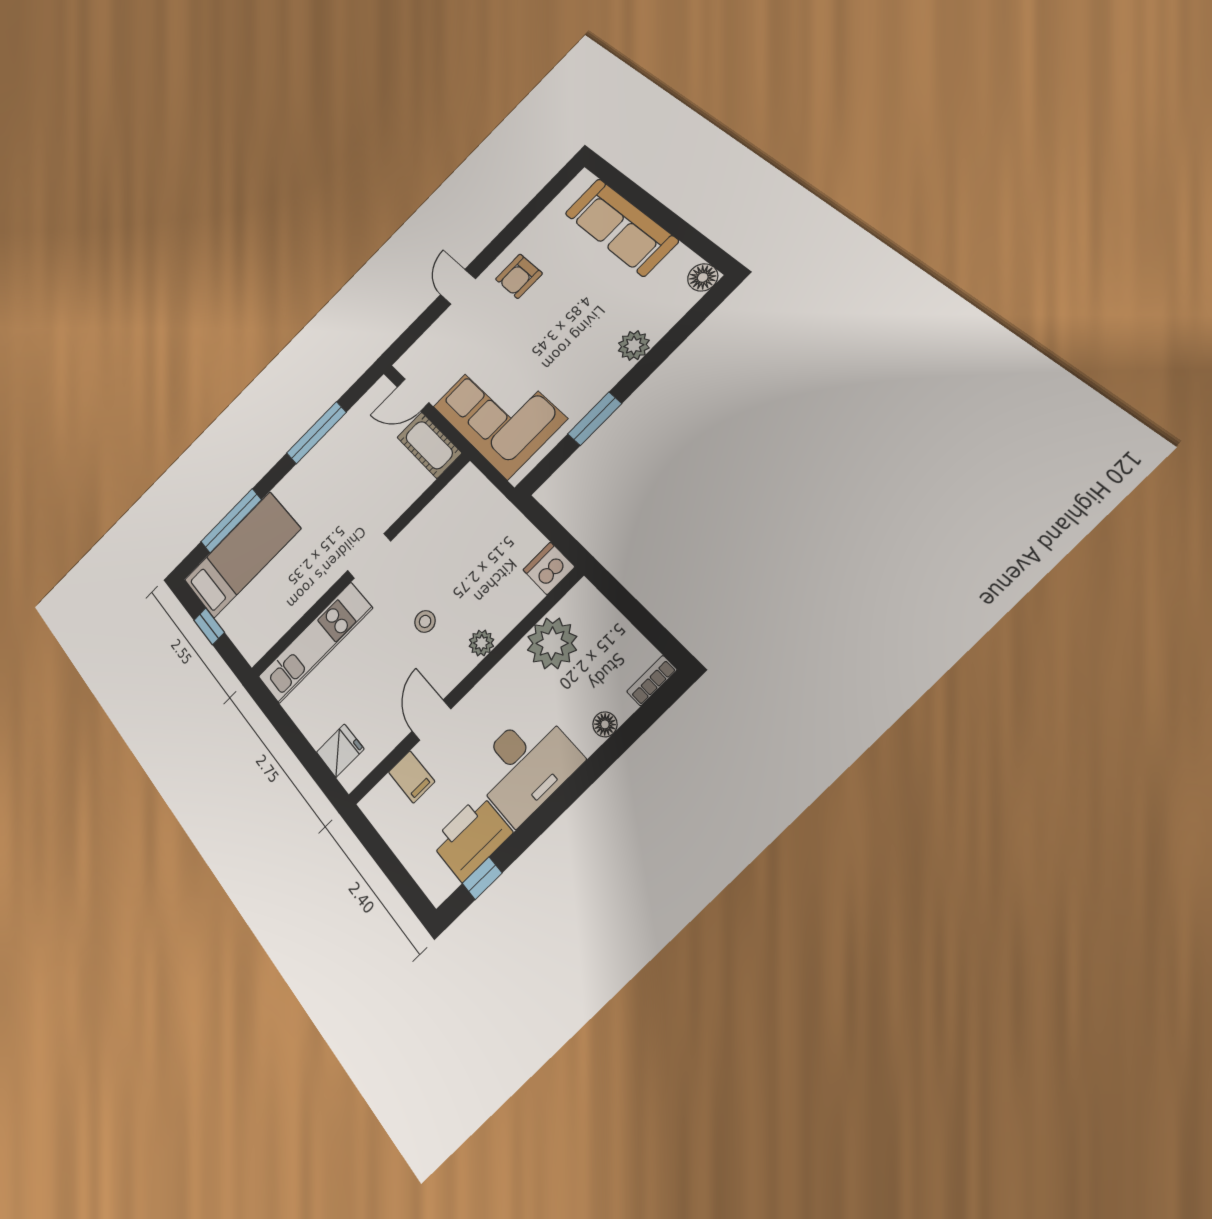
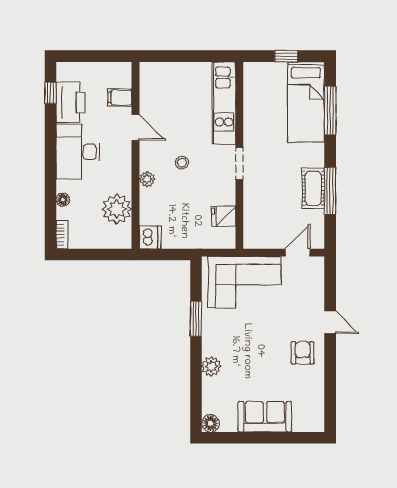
sofa: (621, 227) -> (265, 417), width x0.73
cot: (429, 445) -> (313, 188), moved, turned 90
fridge: (340, 751) -> (224, 216), moved, turned 90

